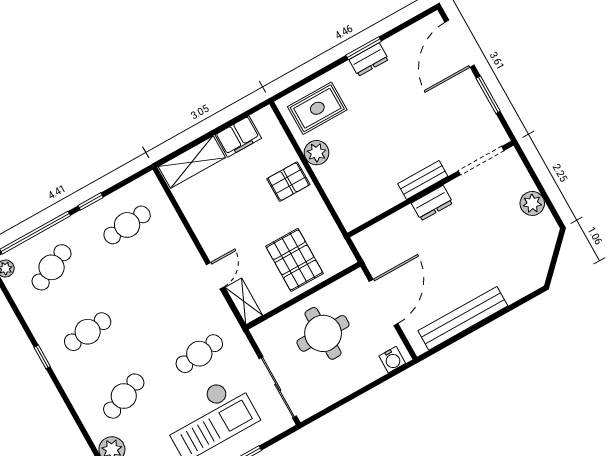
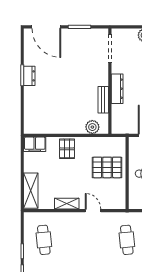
rug: (317, 108) -> (39, 114), removed
filing cabinet: (238, 137) -> (35, 144), moved, turned 90
plant: (317, 153) -> (92, 127), moved
bench: (423, 180) -> (103, 100), moved
dresser: (432, 203) -> (117, 89), width x1.44
shelving: (244, 301) -> (67, 204), moved

